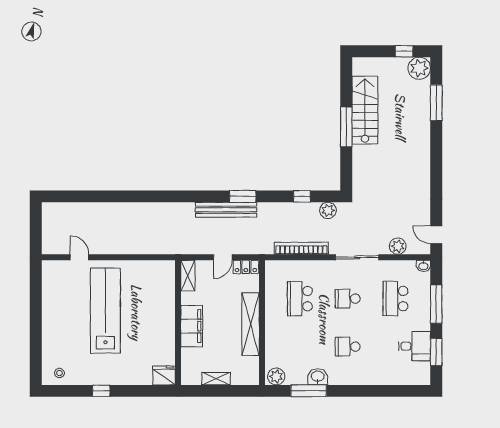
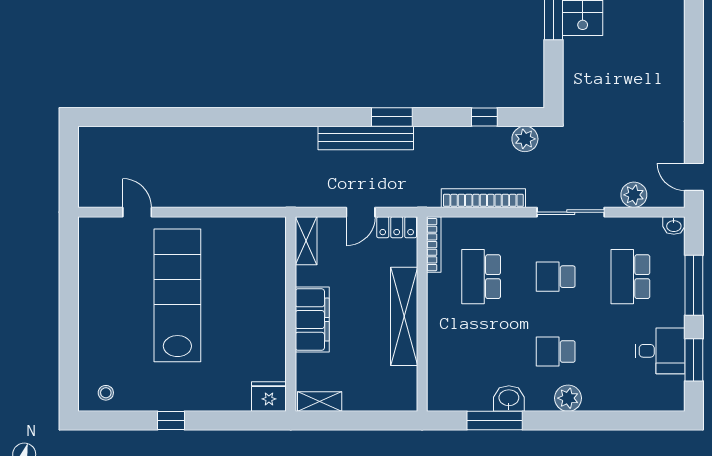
bookcase: (270, 278) -> (434, 245), added
plant: (276, 376) -> (568, 398), moved
shelving: (216, 379) -> (320, 402), moved

